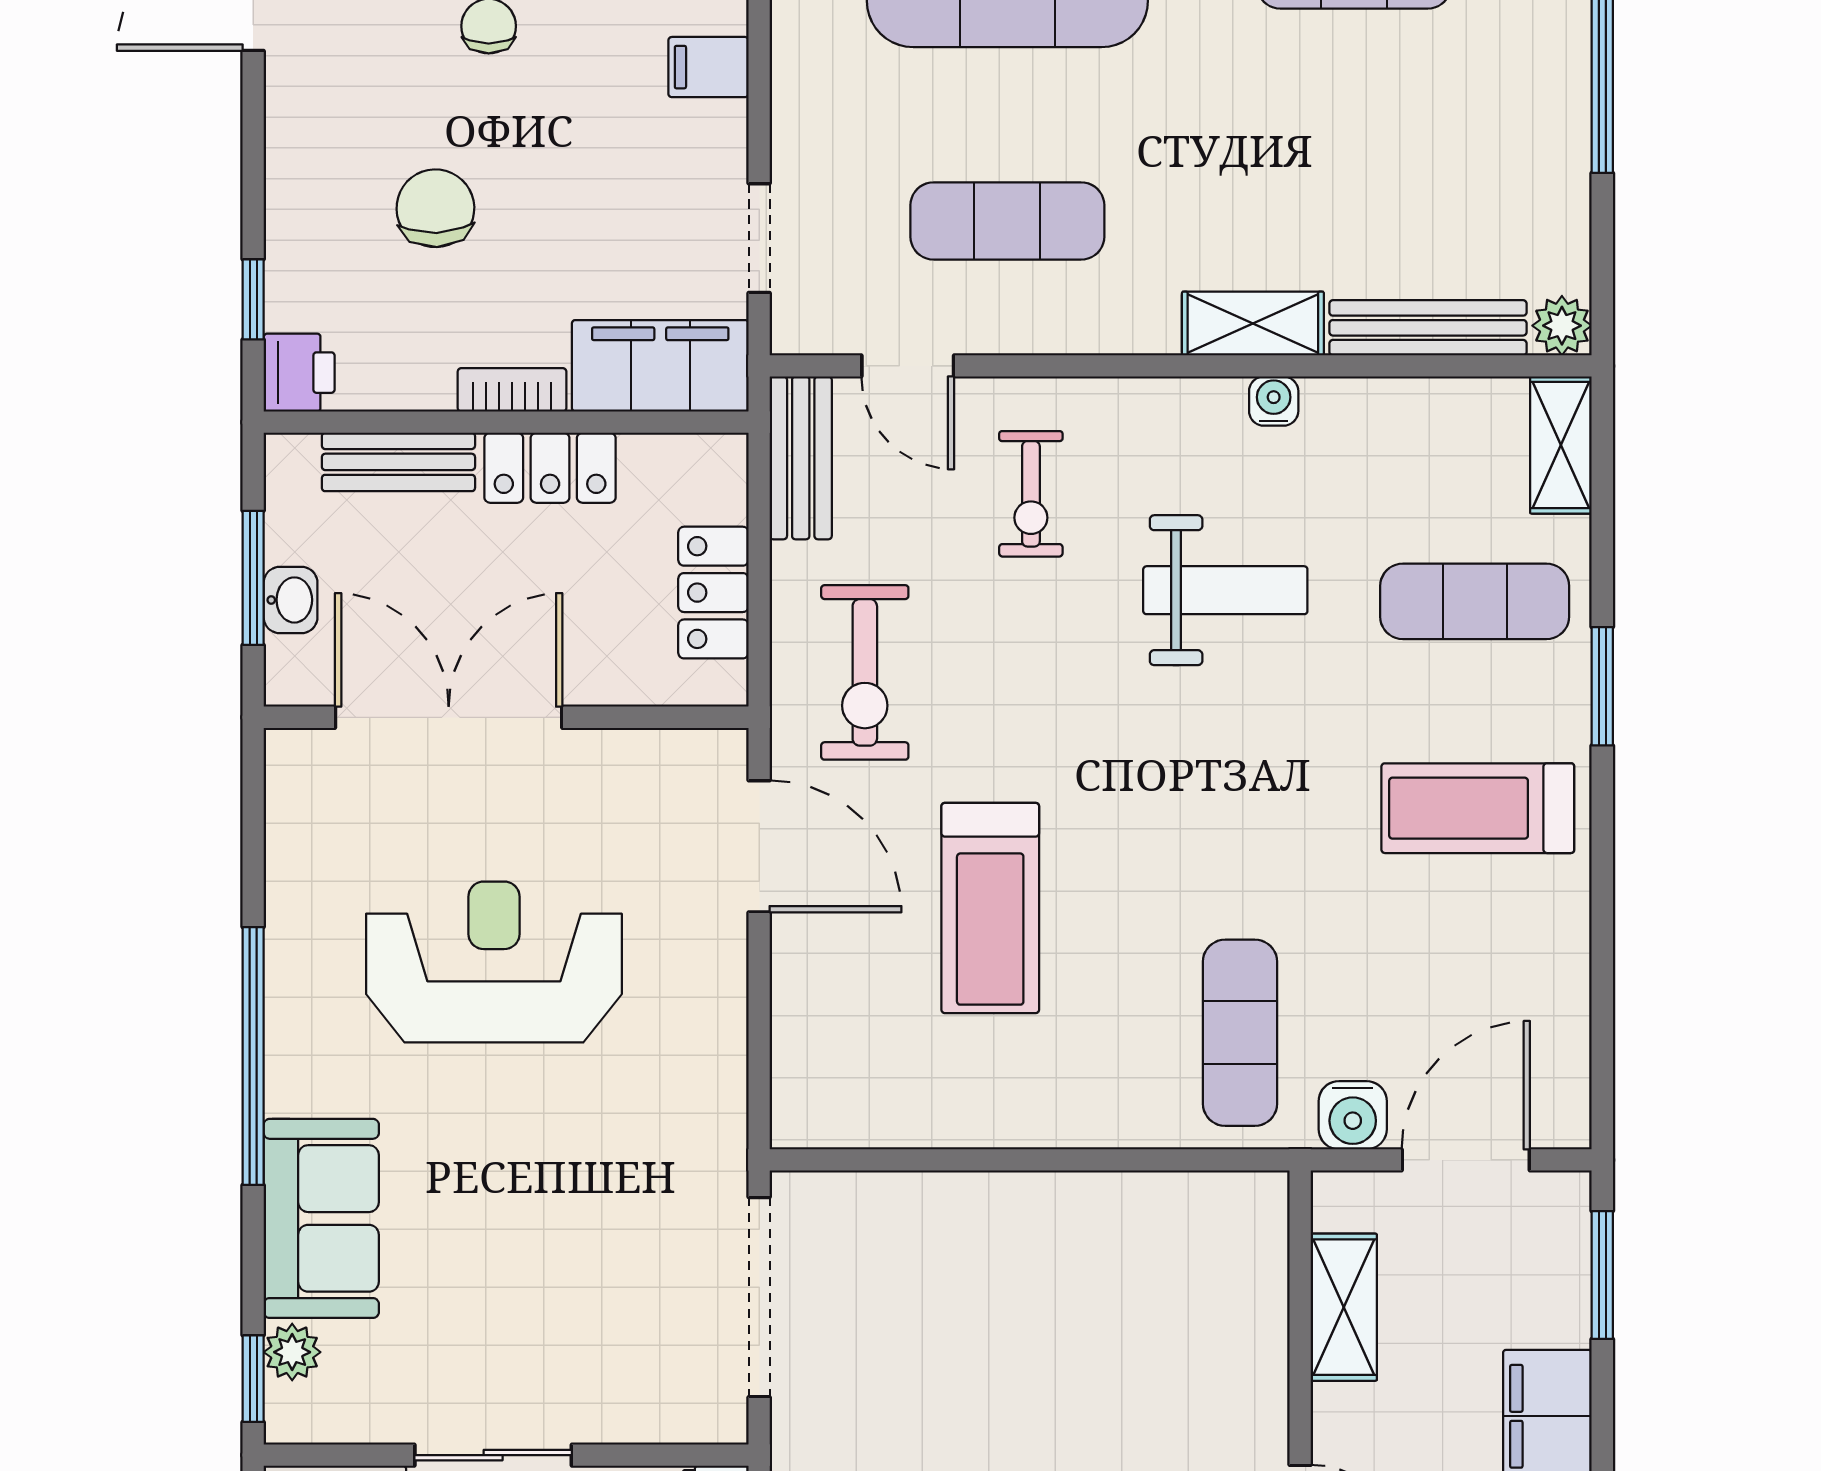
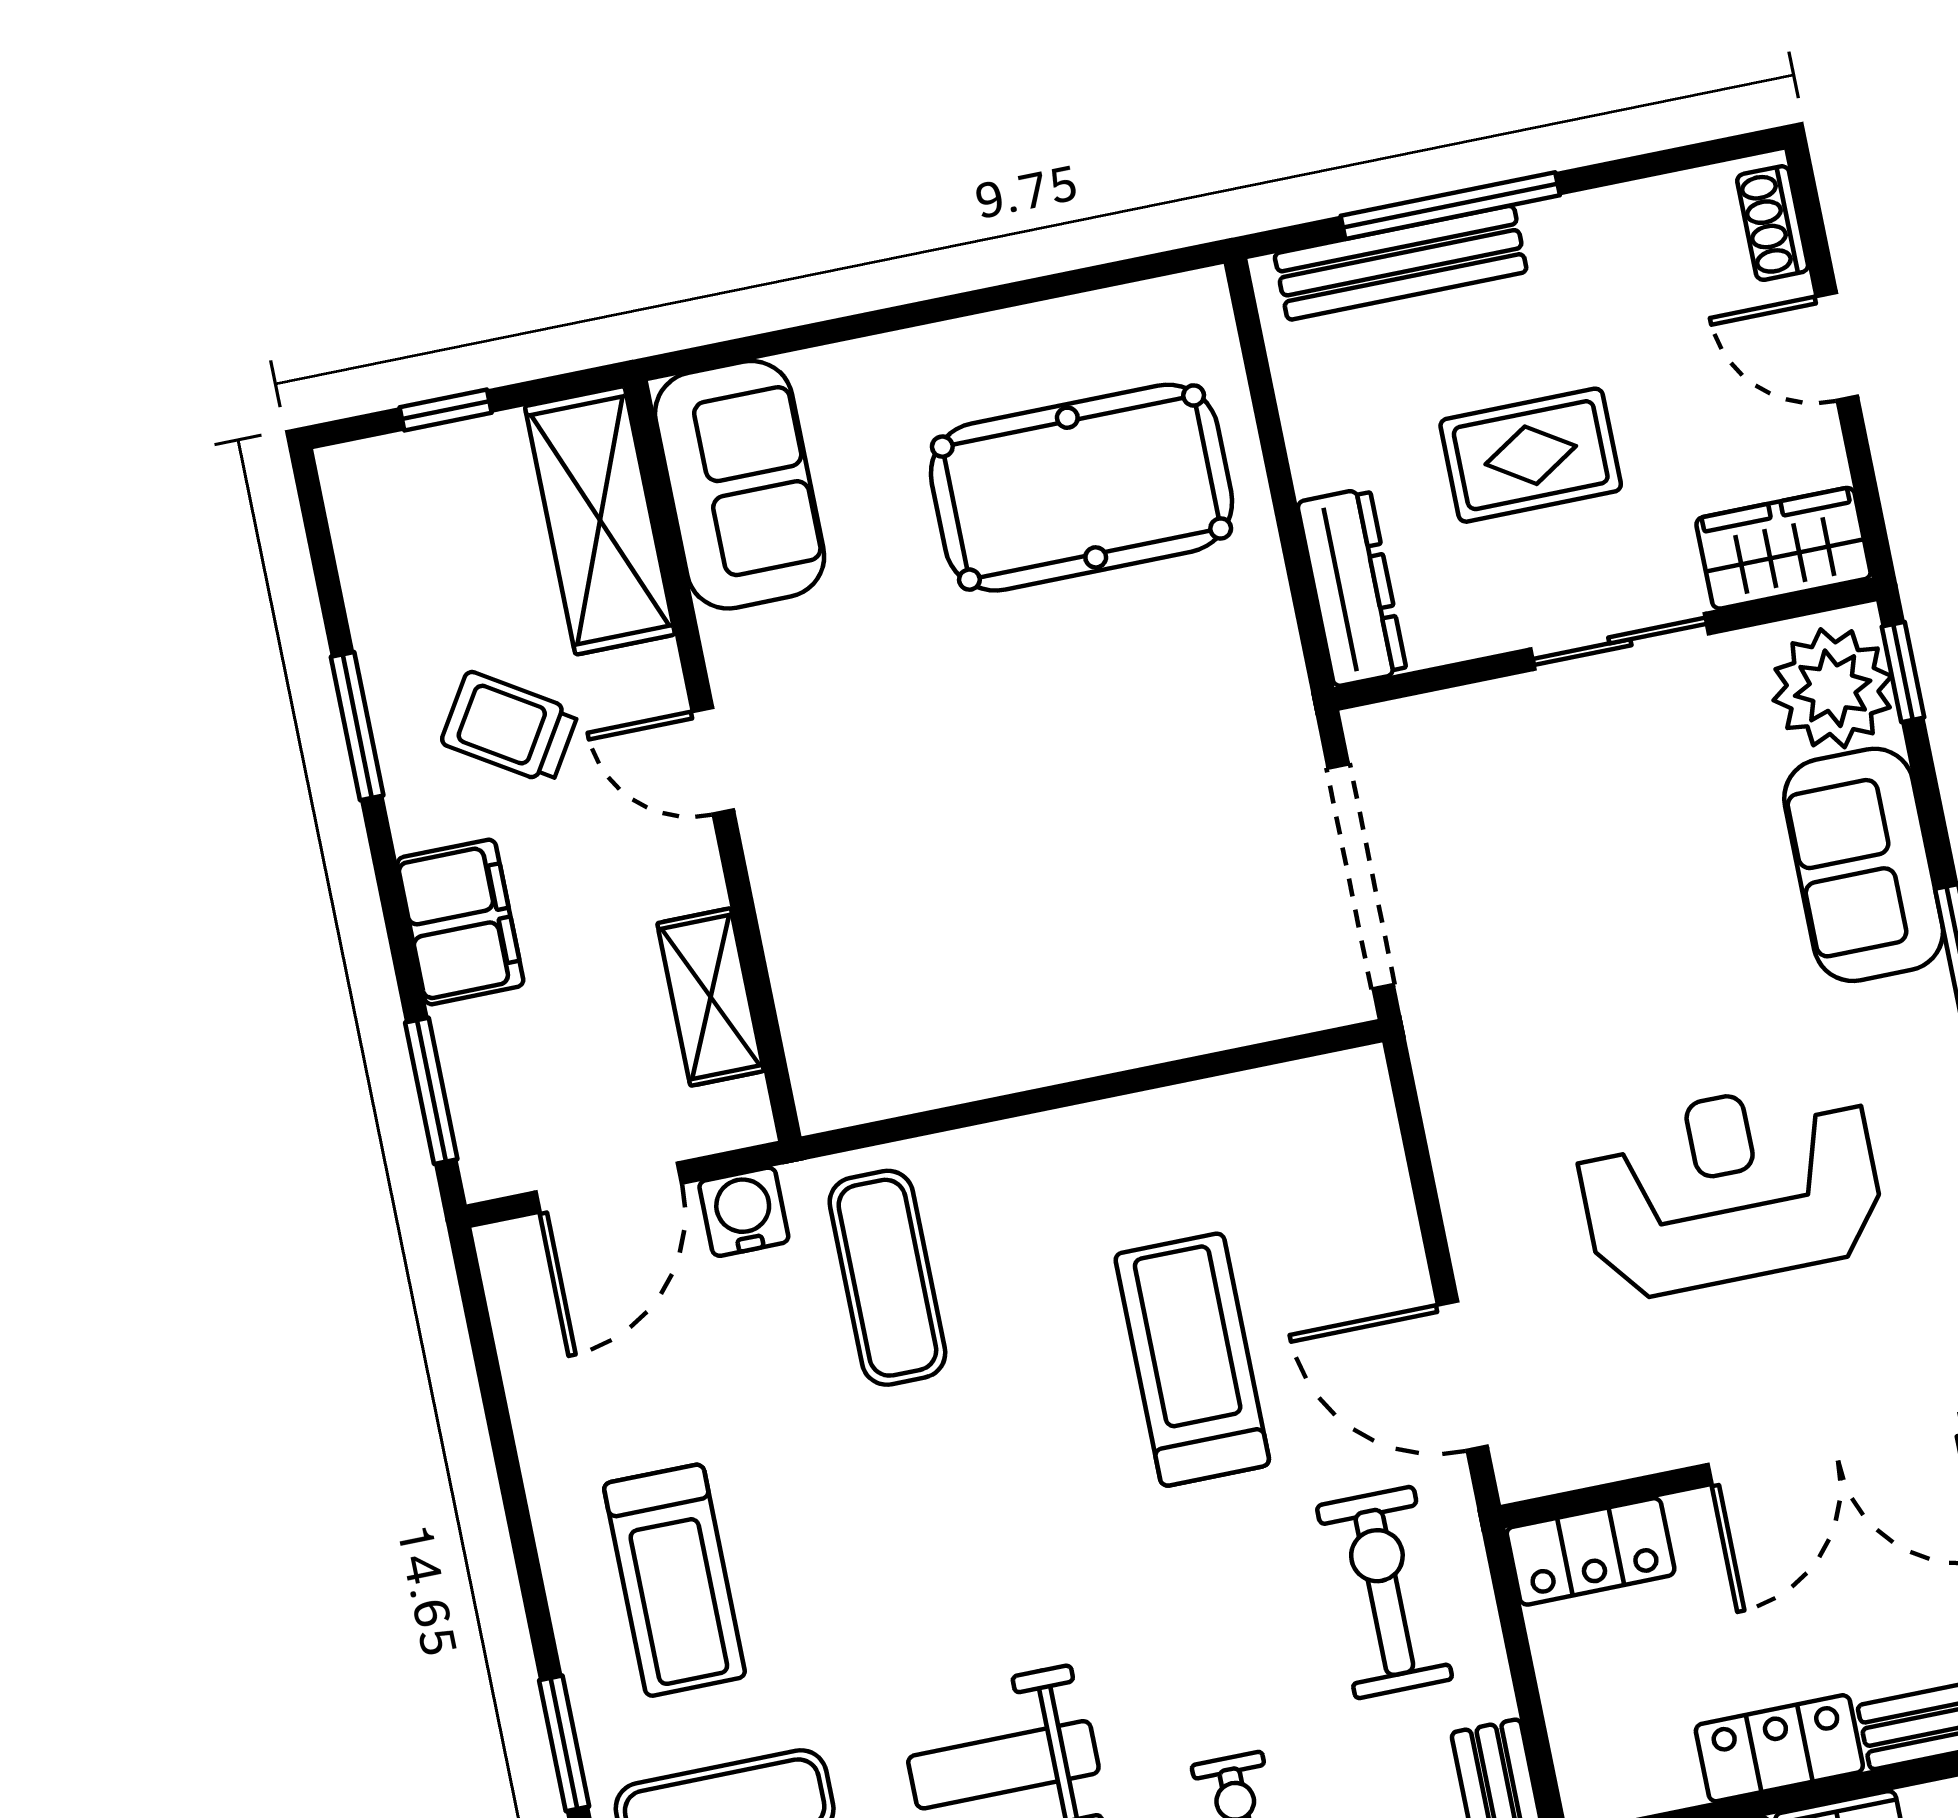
locker: (713, 593) -> (1591, 1551), moved, turned 90
treadmill: (1478, 808) -> (675, 1580), turned 90
reception desk: (494, 962) -> (1730, 1188), turned 180
plant: (292, 1352) -> (1833, 688), width x1.87, depth x1.87

